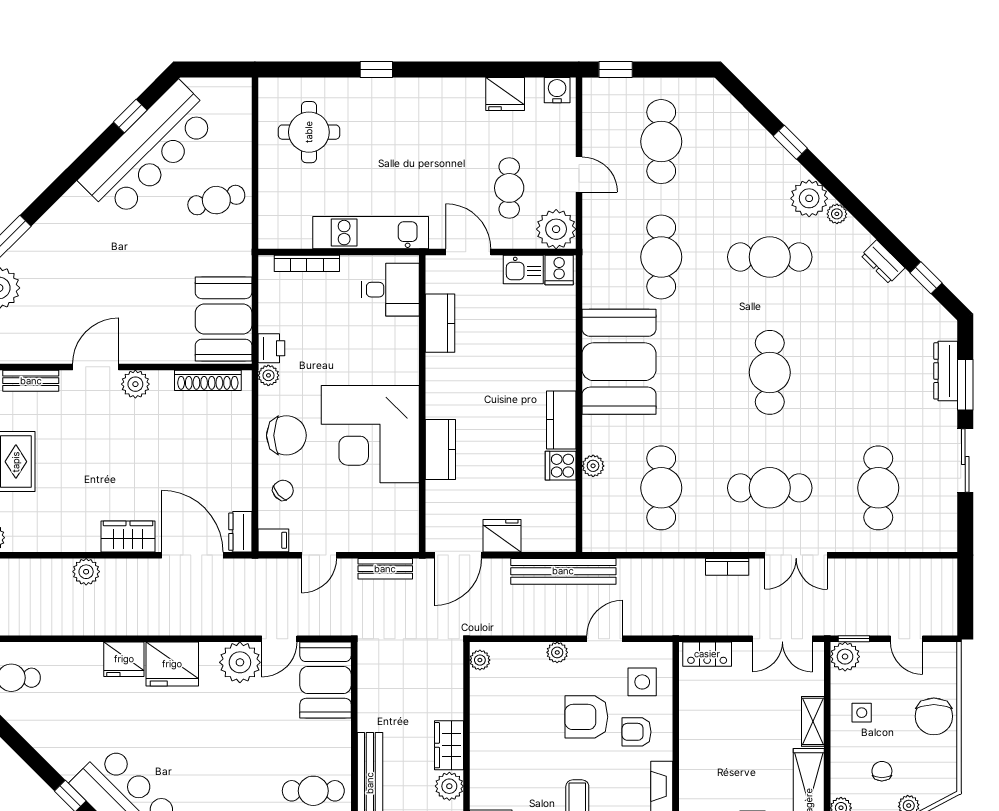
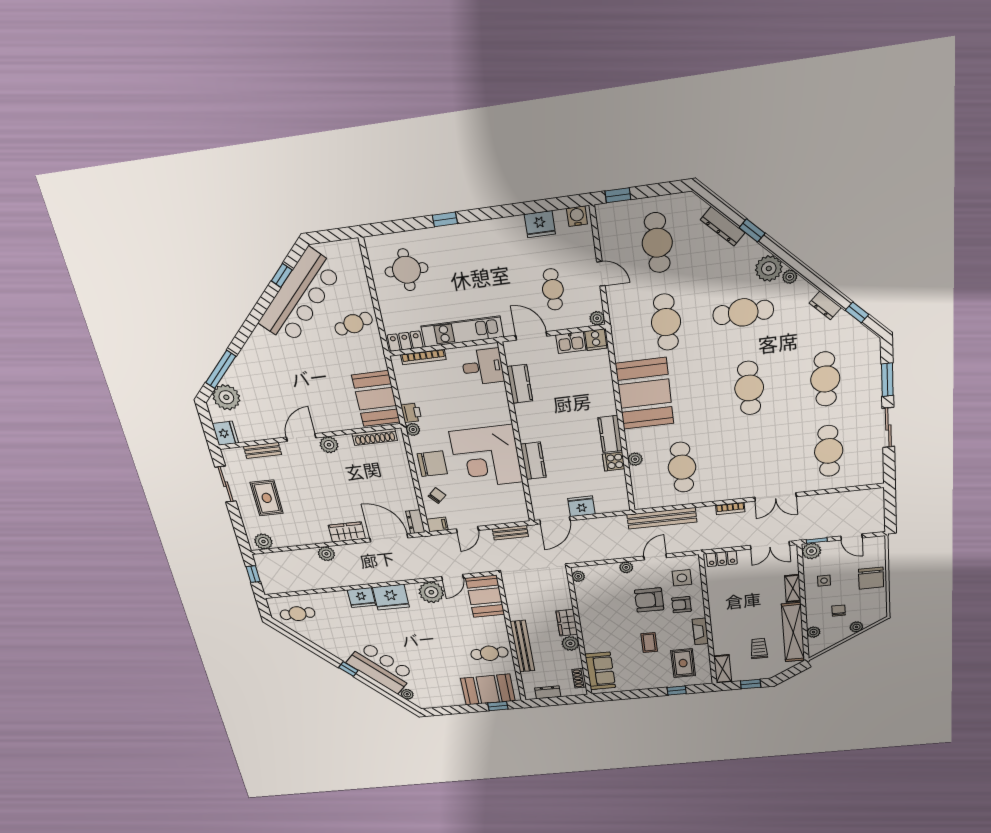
plant: (556, 229) -> (597, 318), width x0.53, depth x0.53
locker: (285, 236) -> (405, 341), added
dresser: (946, 371) -> (723, 226), moved, turned -45
cafe table: (770, 488) -> (825, 379), moved, turned 90
bench: (563, 571) -> (662, 518), moved

